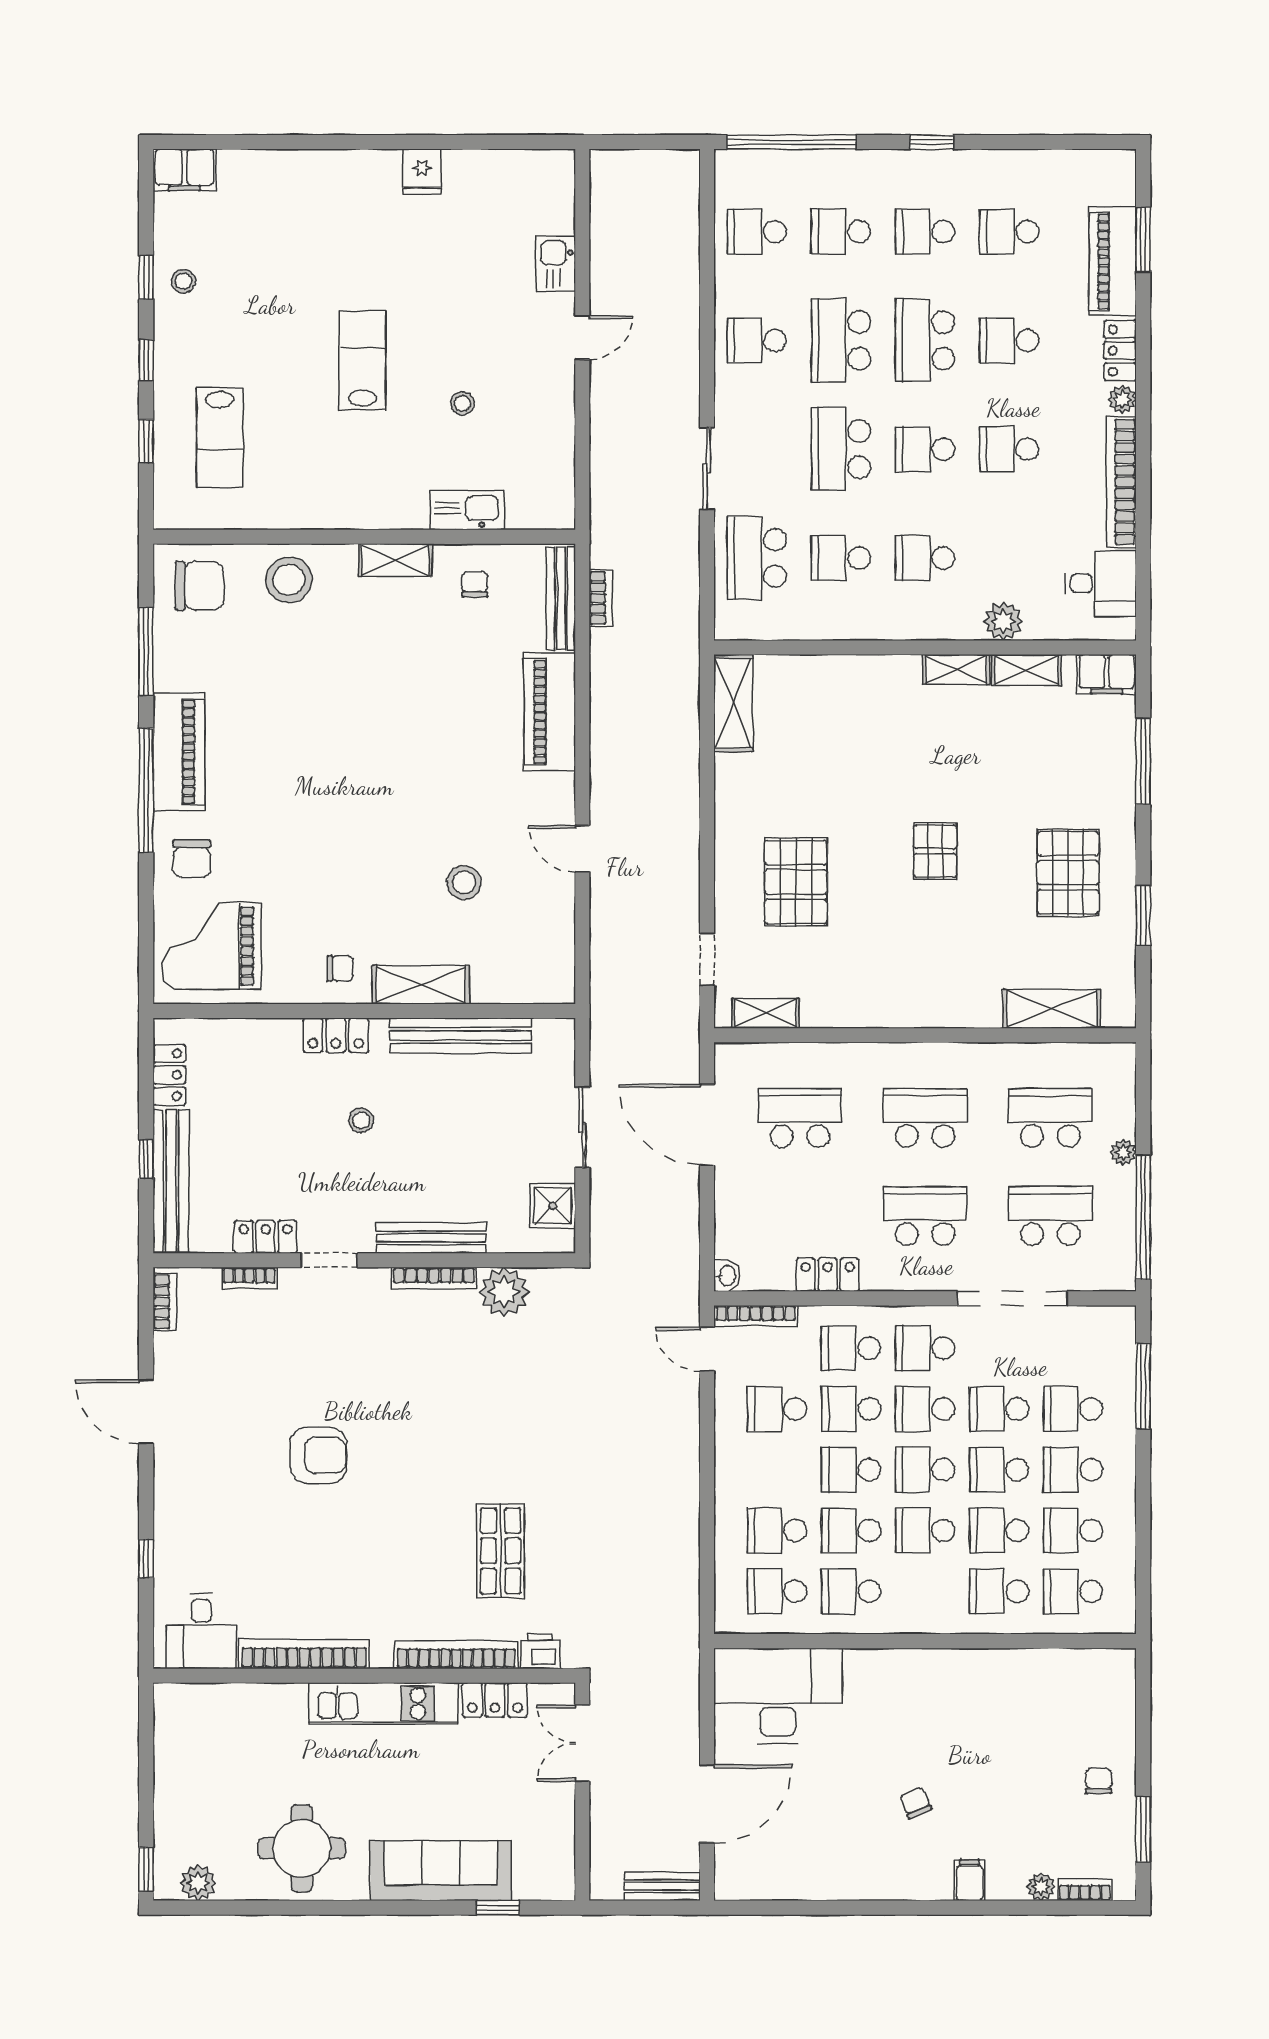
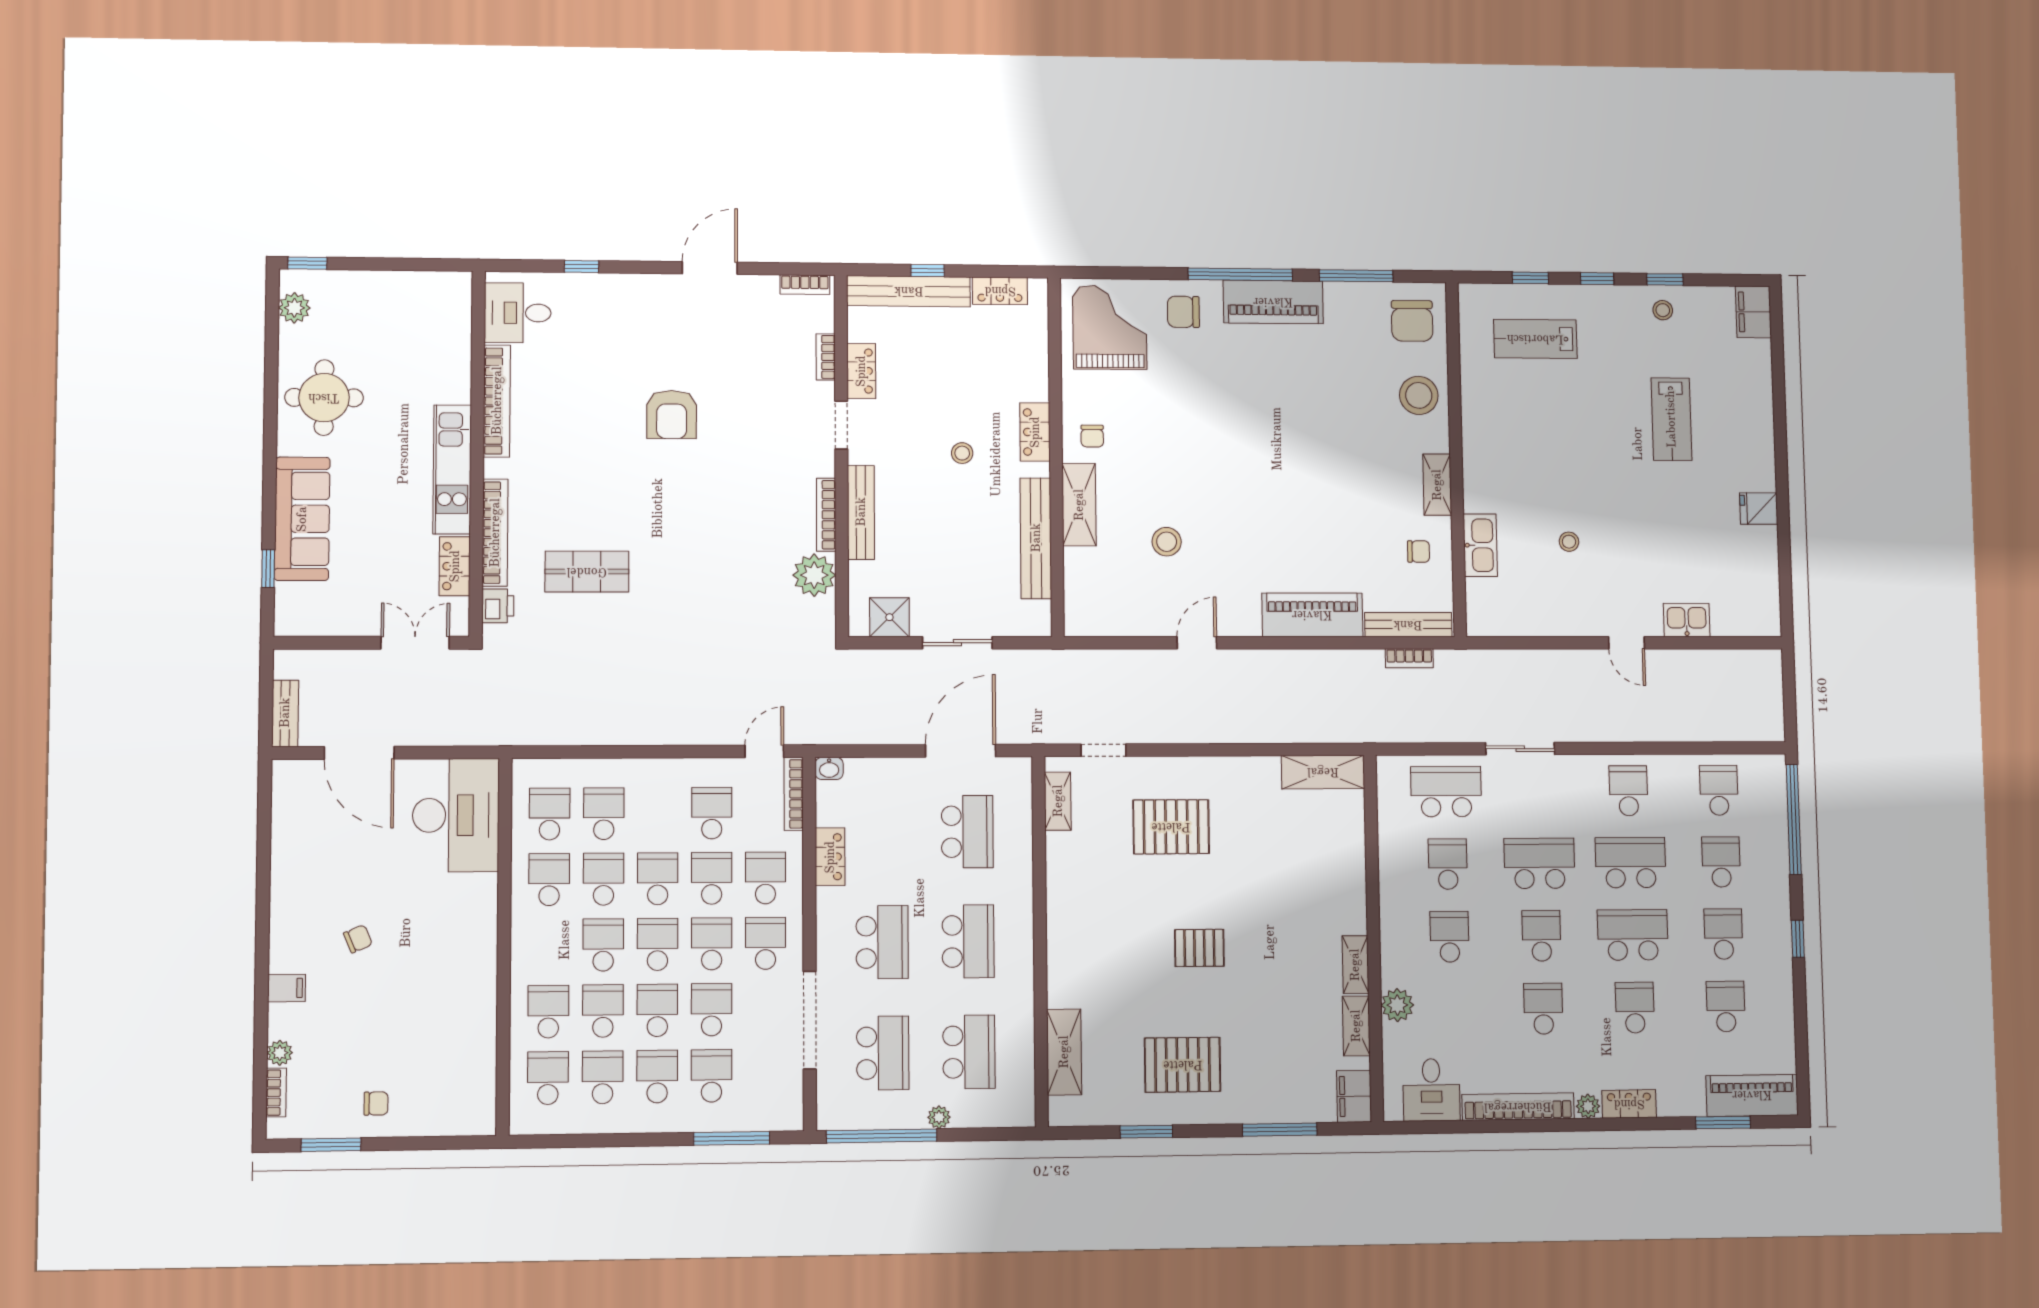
piano: (1113, 261) -> (1752, 1095), moved
lab bench: (362, 360) -> (1671, 419), moved, turned 90

